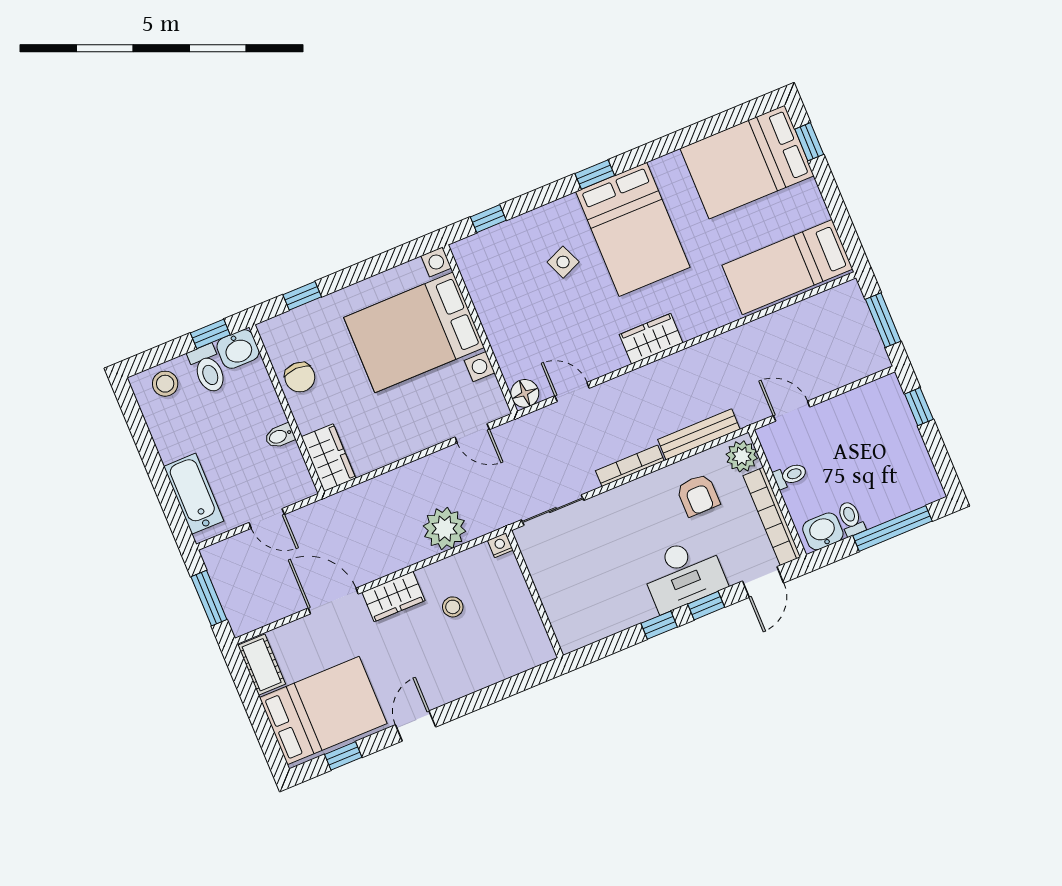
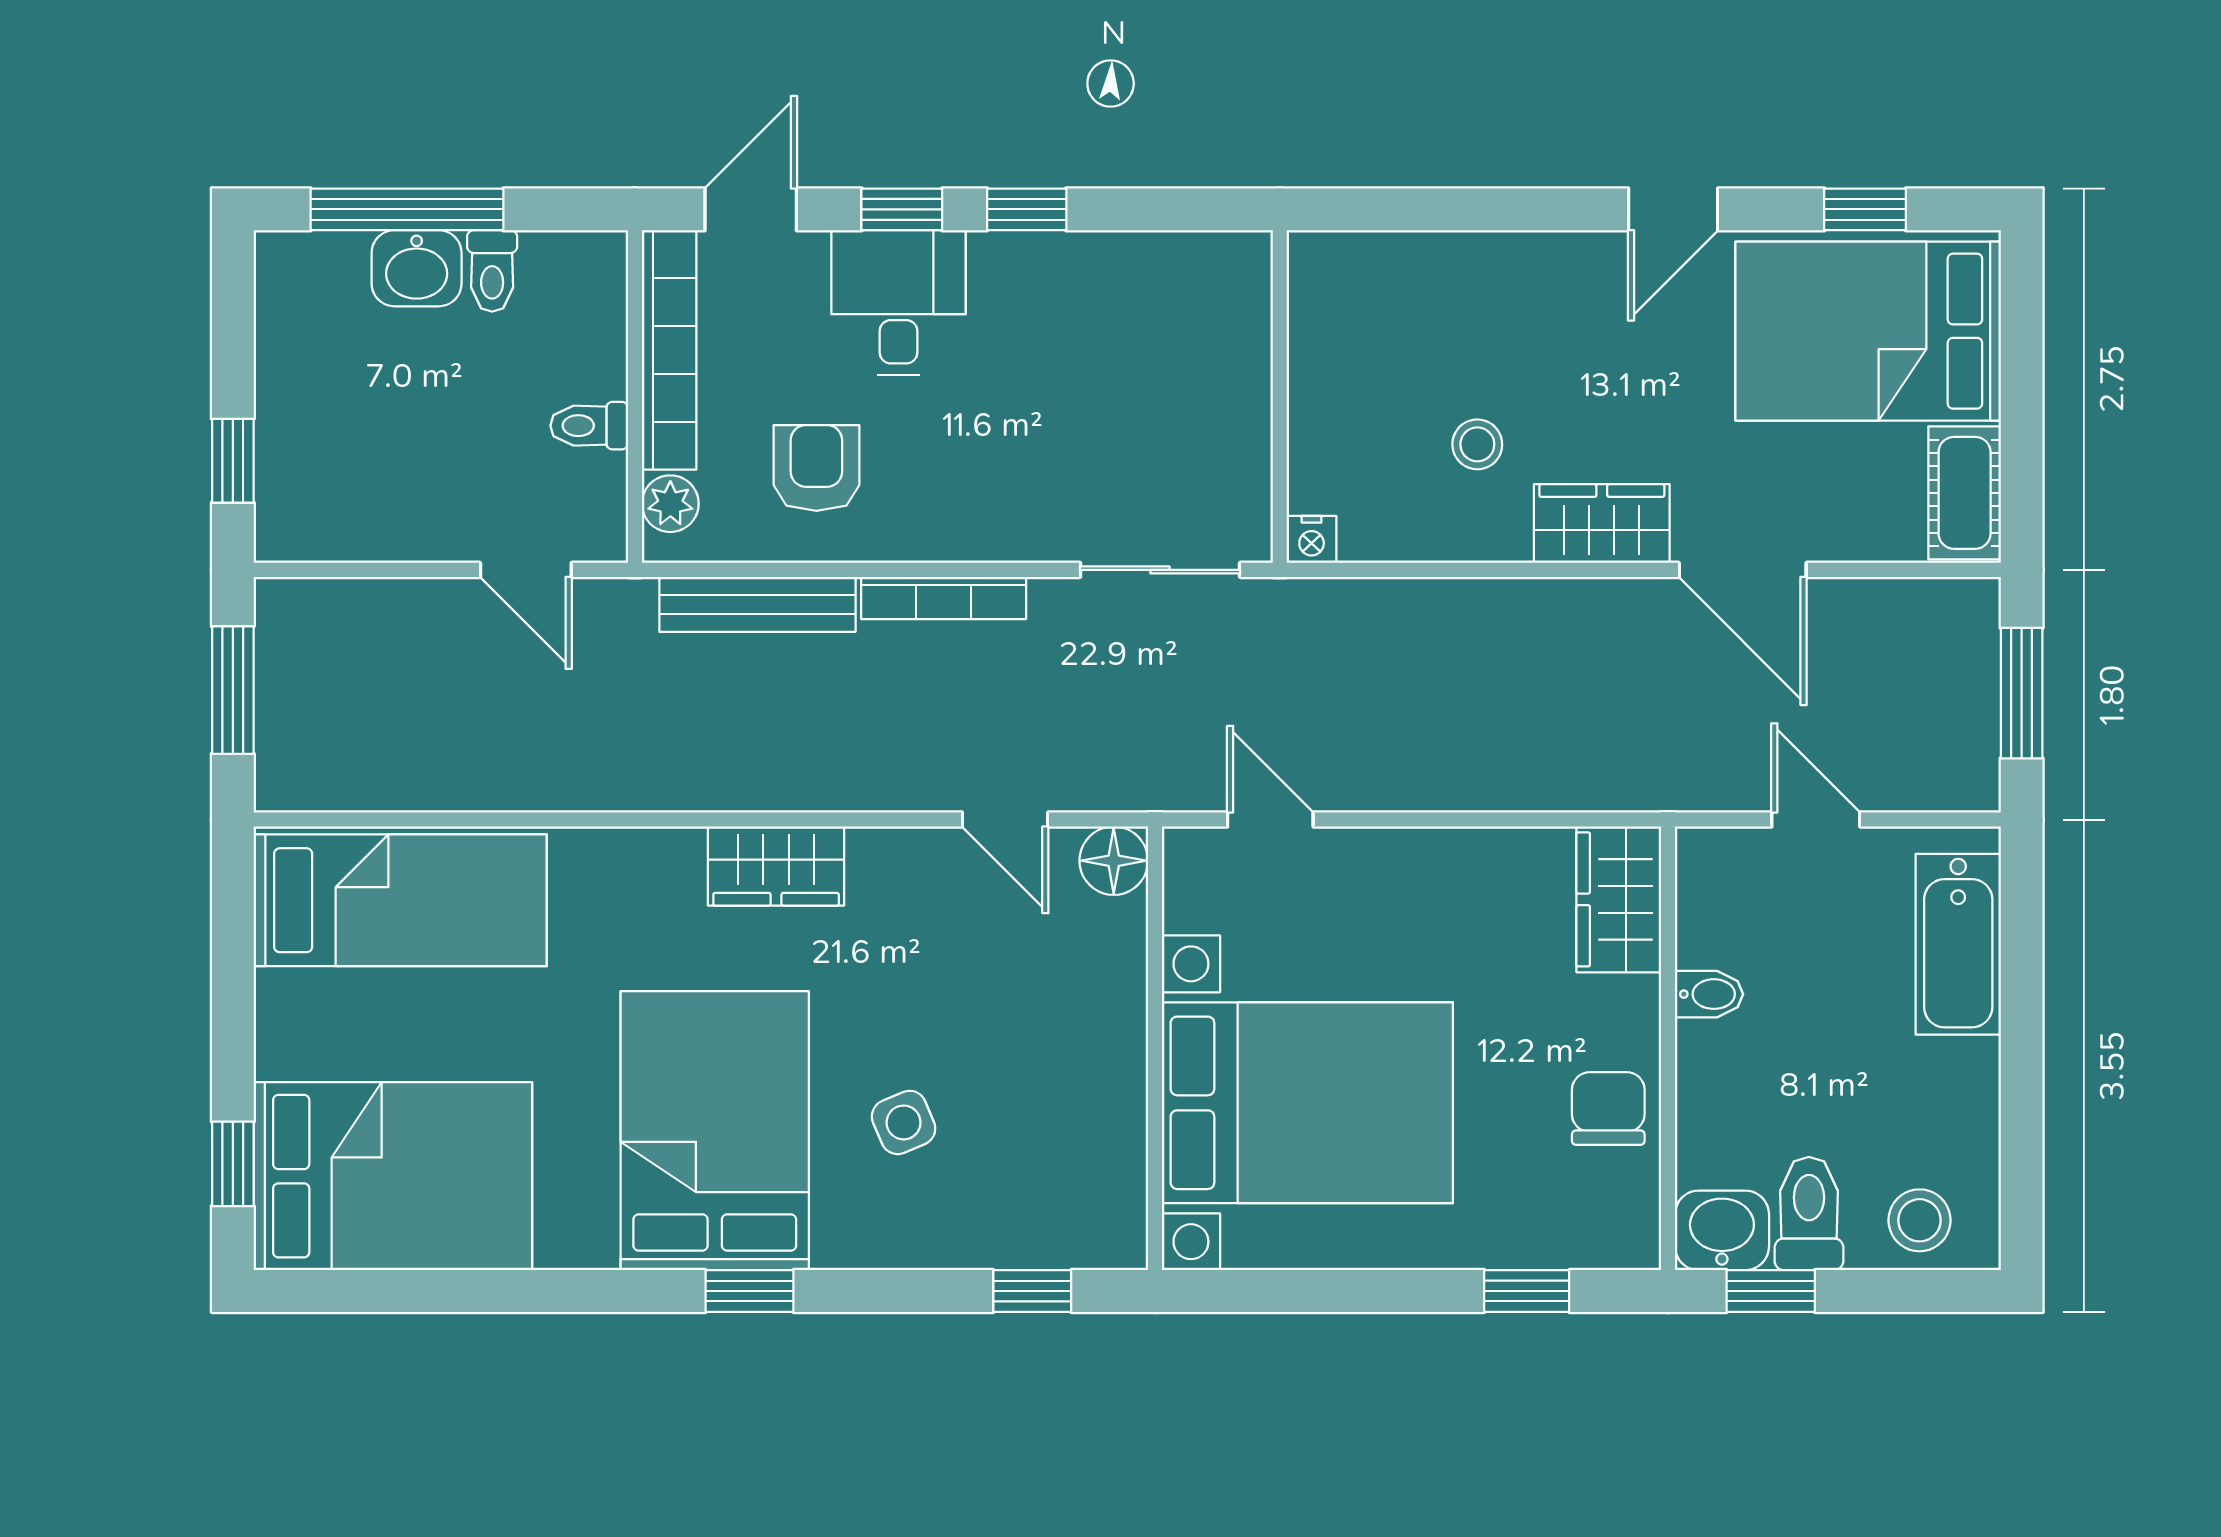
plant: (742, 456) -> (670, 504), width x0.73, depth x0.73
plant: (445, 529) -> (1422, 630), removed
washbasin: (823, 531) -> (417, 268), moved
desk: (683, 574) -> (898, 303), width x0.73

